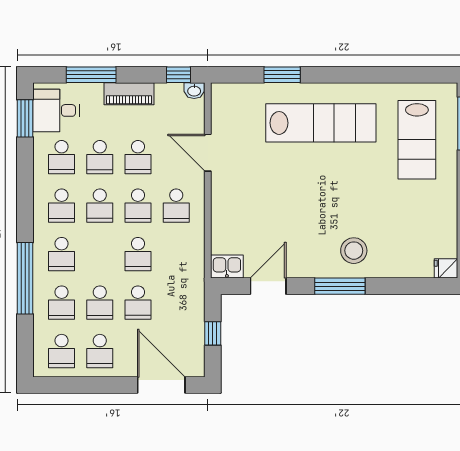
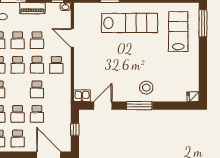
lab bench: (417, 140) -> (178, 31), turned 180

